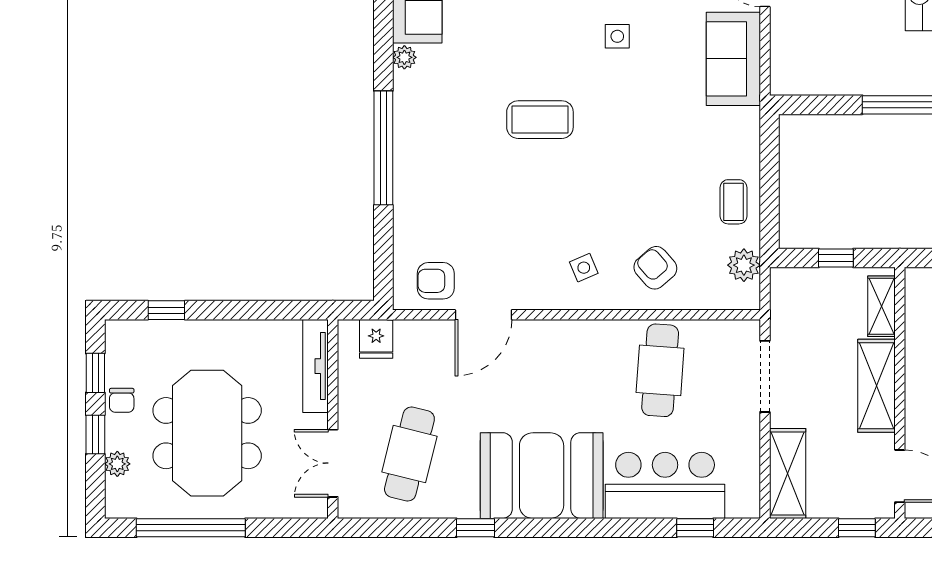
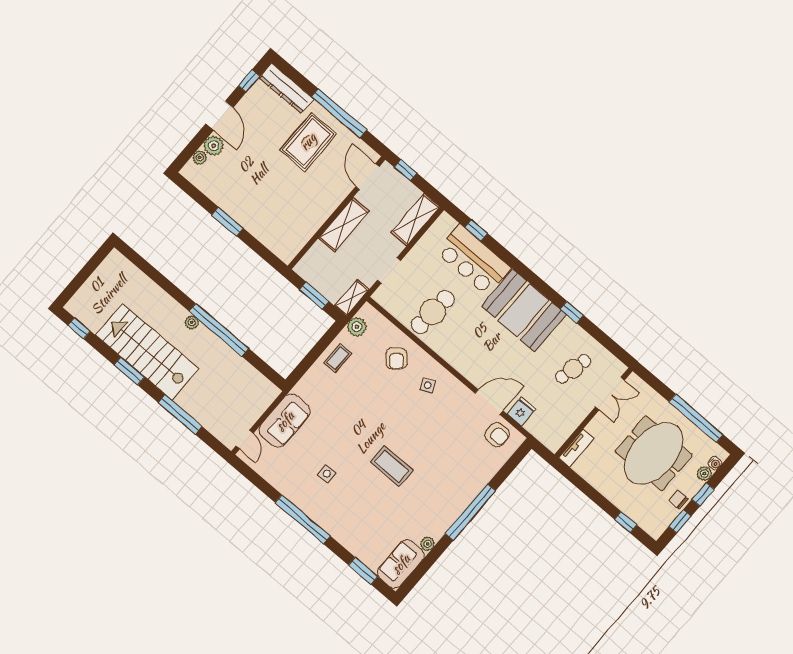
window: (836, 258) -> (314, 295), width x1.50
shelving: (882, 306) -> (352, 298), moved
fridge: (376, 339) -> (521, 412), moved
tv unit: (316, 366) -> (576, 448), width x0.71
doorway: (765, 376) -> (389, 270), width x0.73
chair: (122, 400) -> (679, 500), turned -90
cafe table: (409, 454) -> (573, 369), width x0.73, depth x0.74
water cooler: (115, 489) -> (715, 463), added

